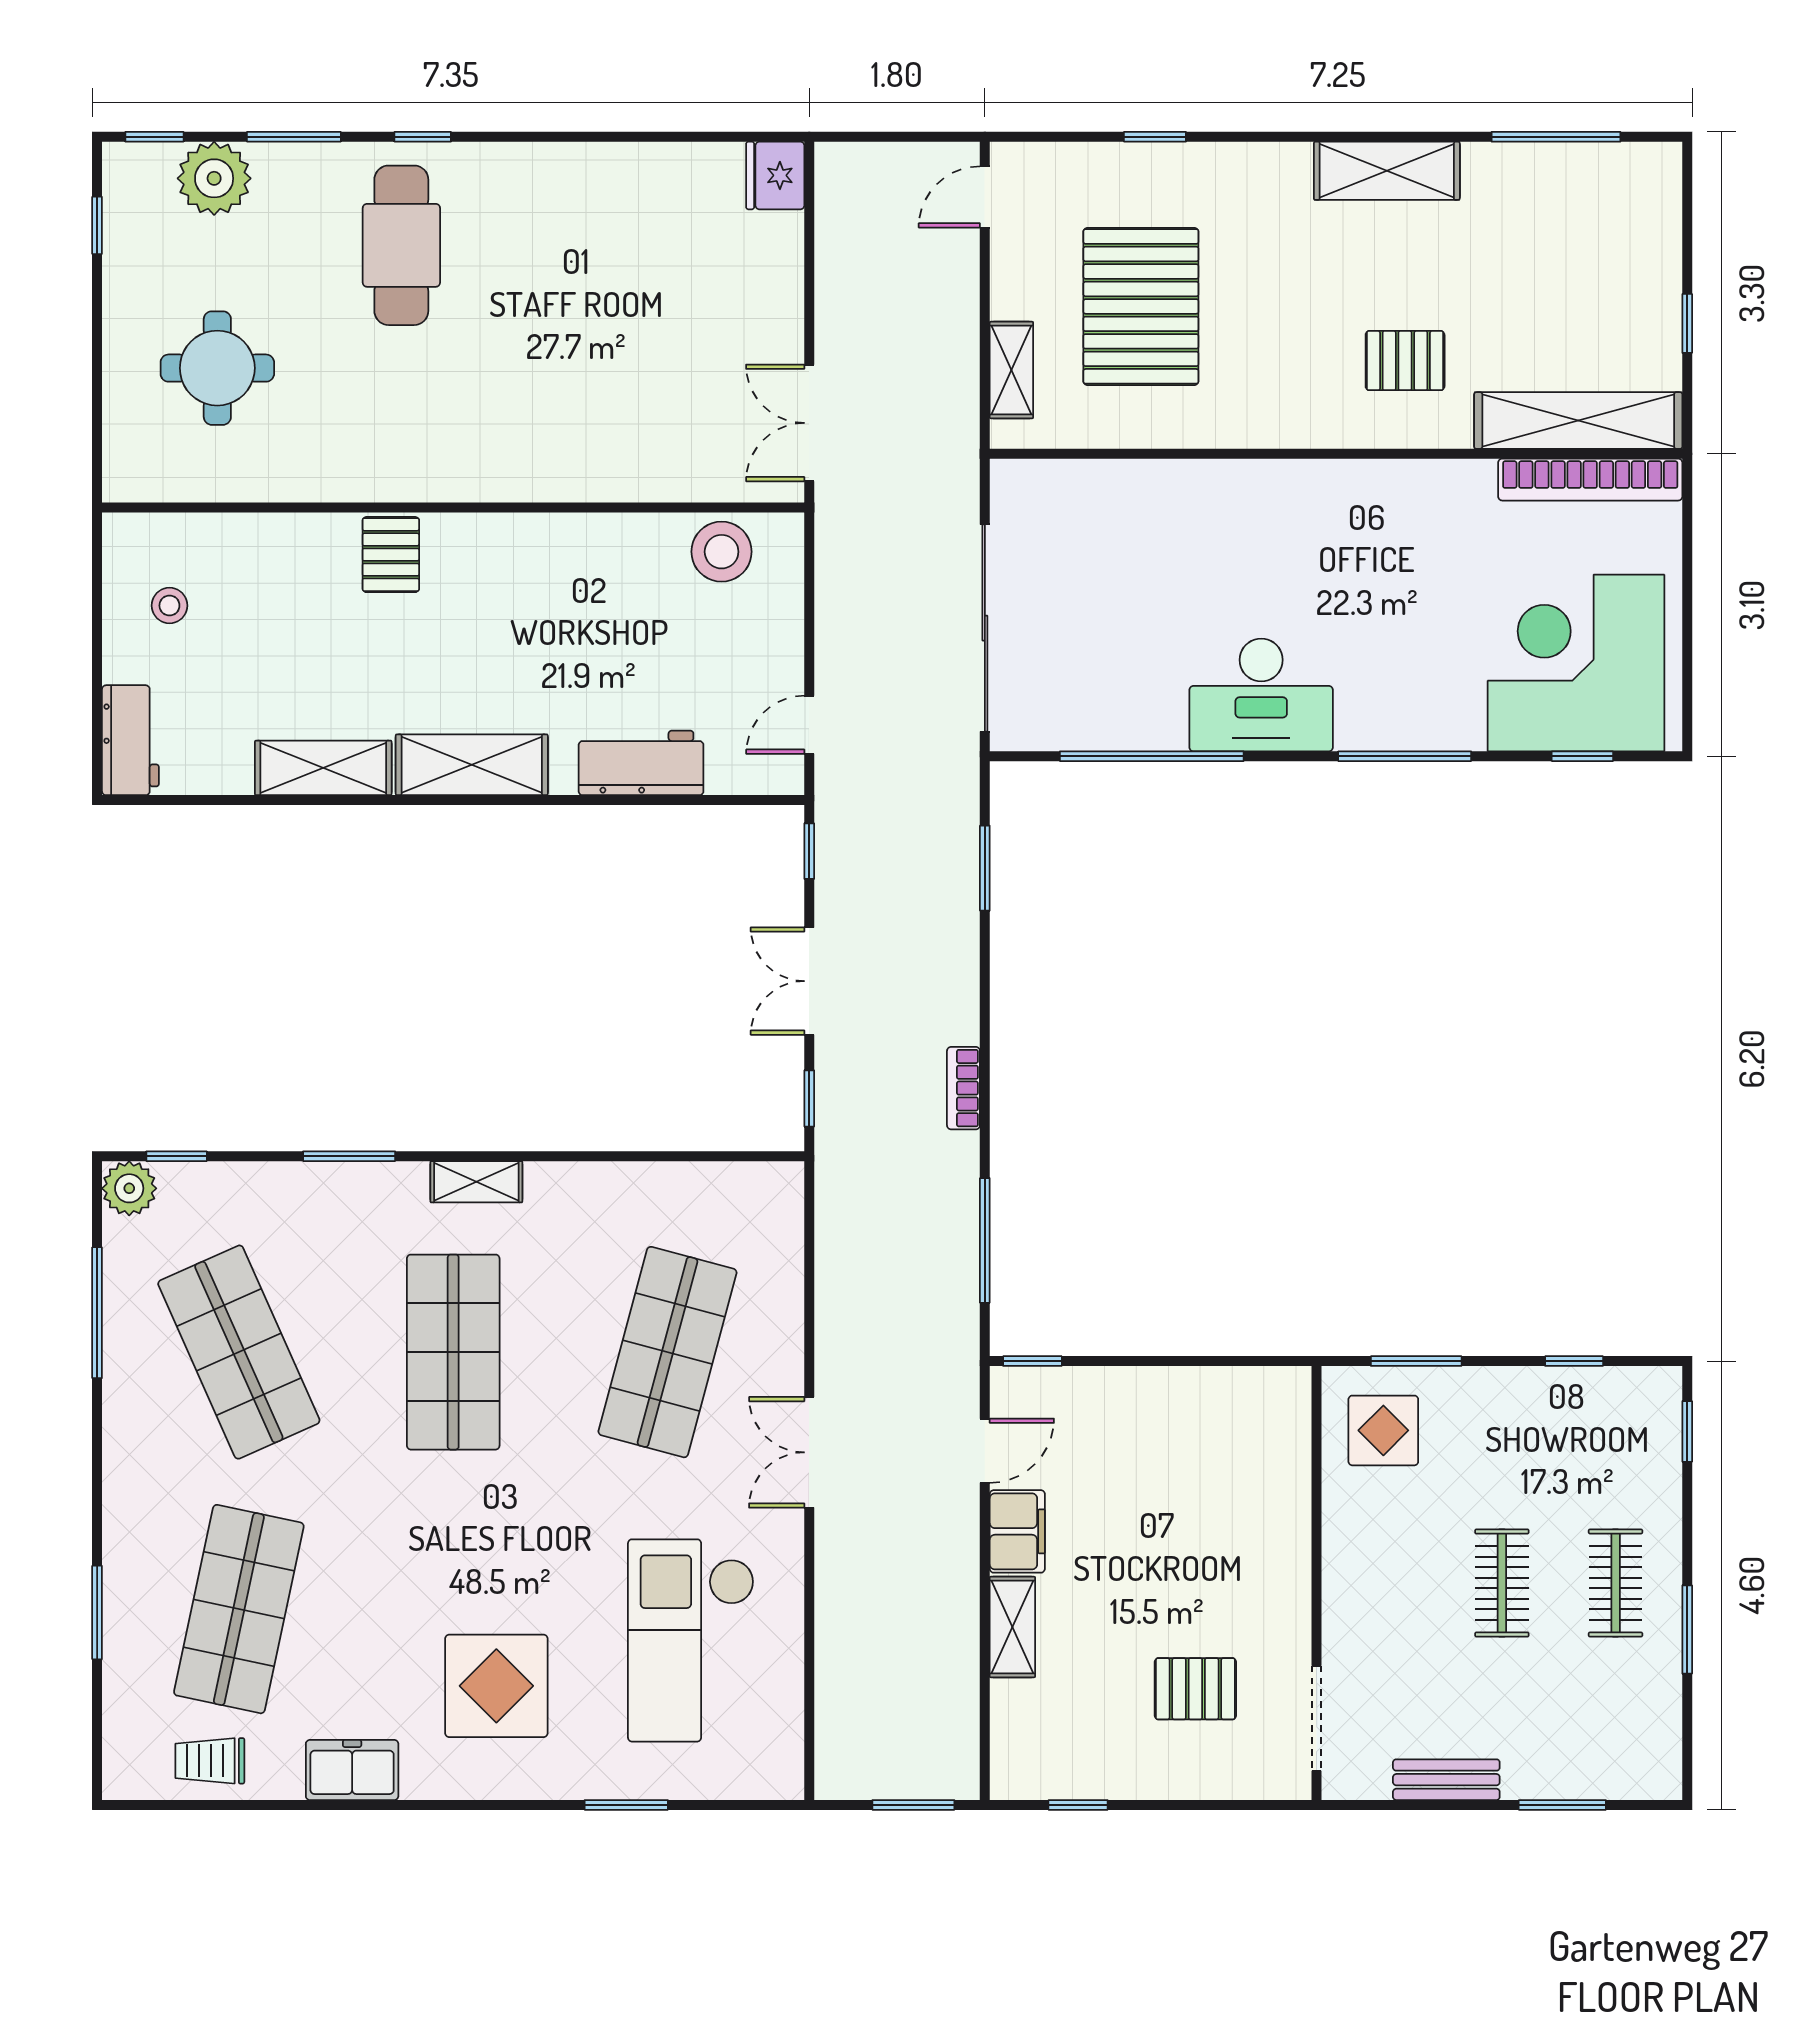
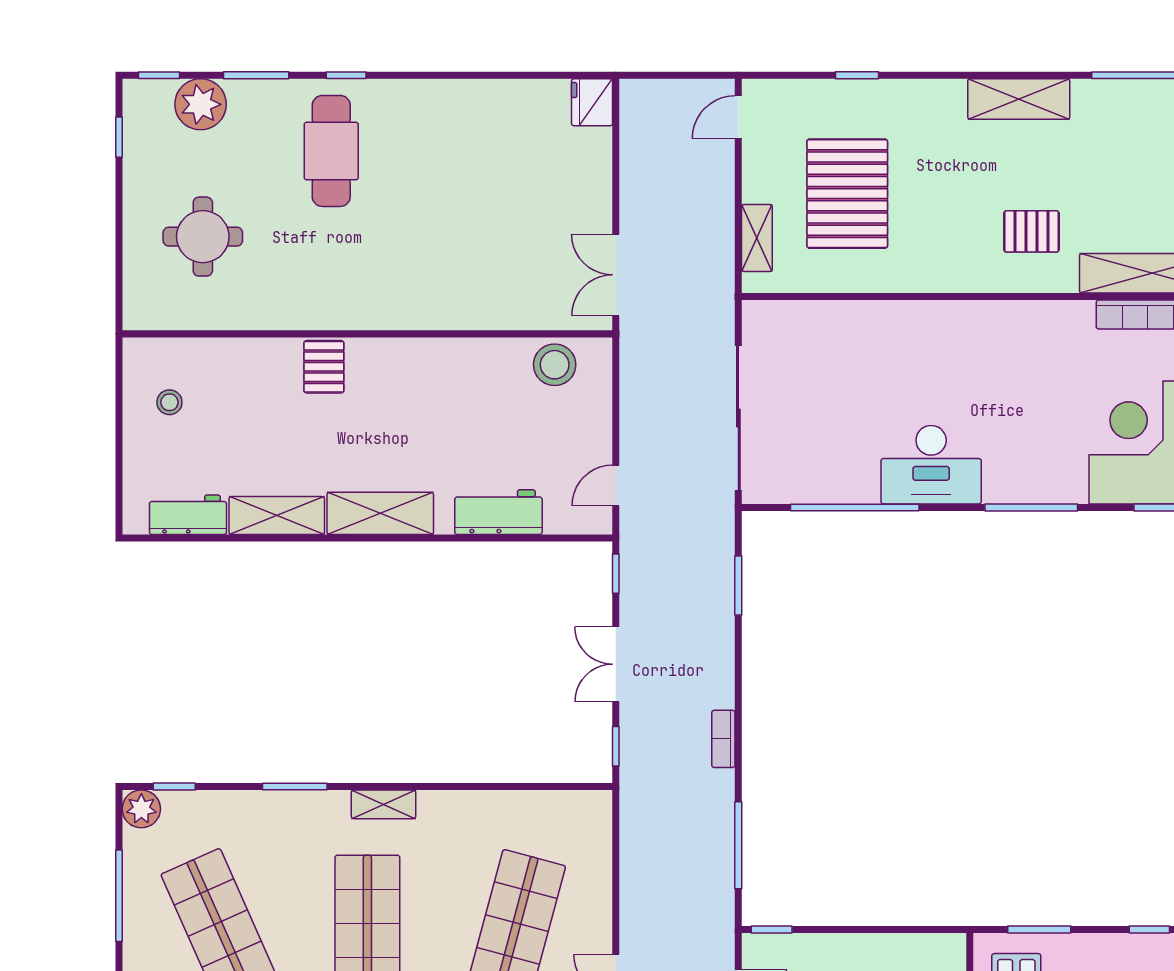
workbench: (130, 740) -> (188, 515), moved, turned -90

